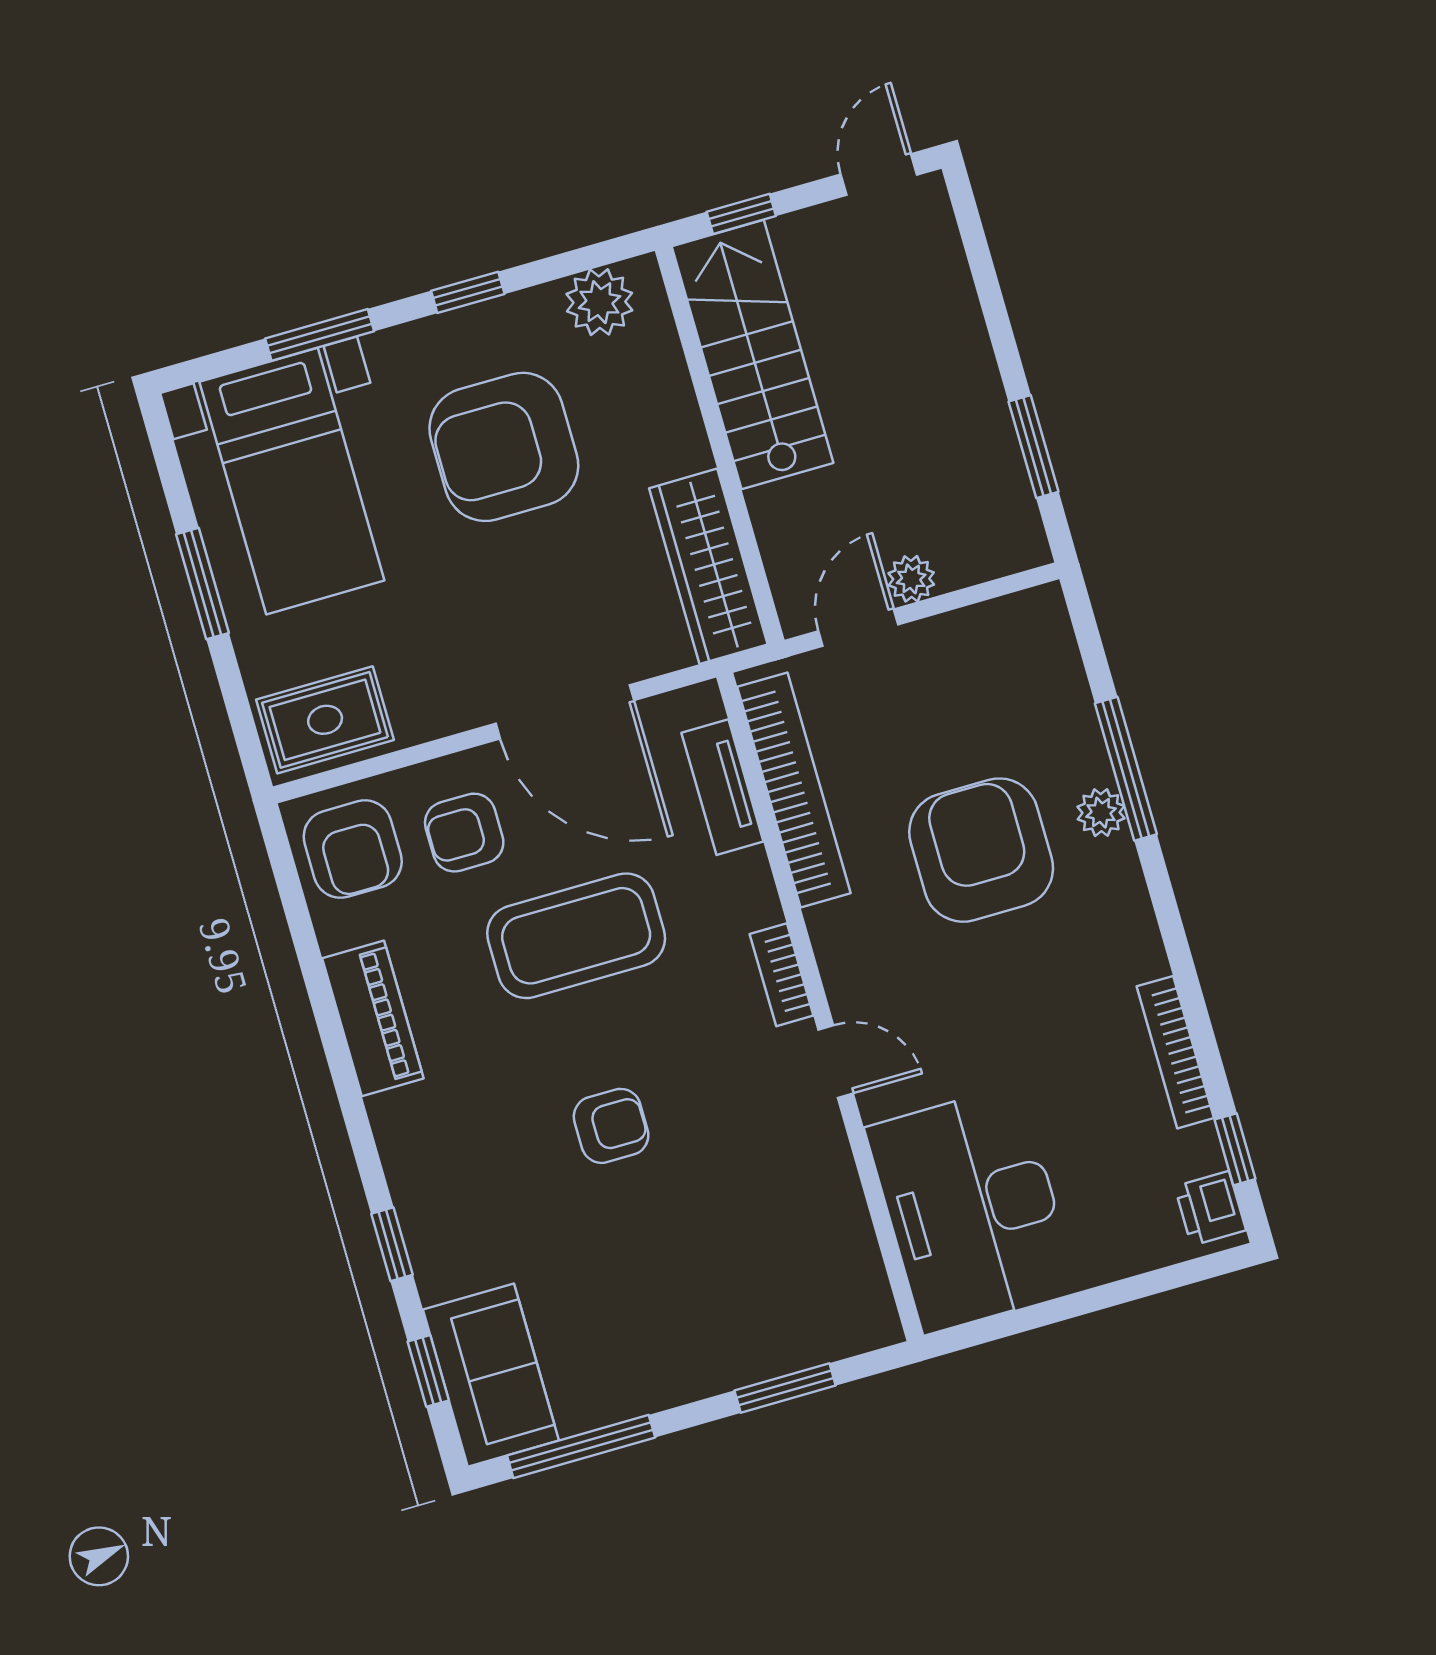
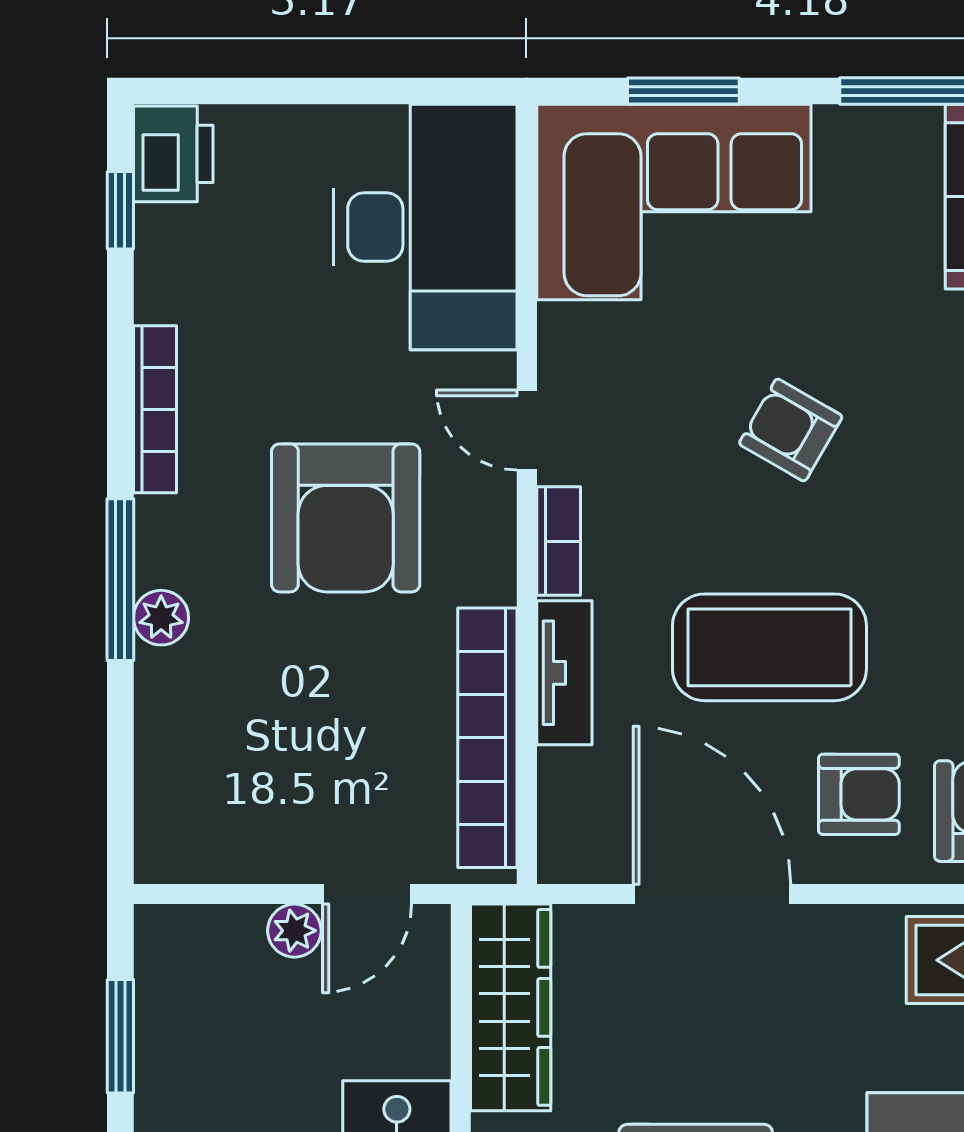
window: (1126, 769) -> (120, 580), moved
tv unit: (722, 787) -> (564, 673), moved
armchair: (981, 850) -> (346, 518), moved
bookcase: (1175, 1052) -> (155, 409), moved
armchair: (611, 1126) -> (791, 430), turned 30
printer: (1210, 1208) -> (173, 154), width x1.36, depth x1.24
corner sofa: (766, 1291) -> (674, 202), added

